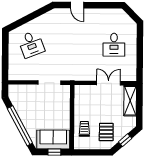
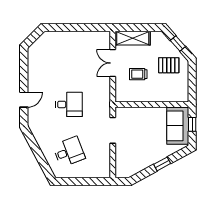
desk: (114, 45) -> (69, 104), moved
window: (20, 126) -> (162, 164), width x0.32
trolley: (84, 129) -> (138, 74), moved

